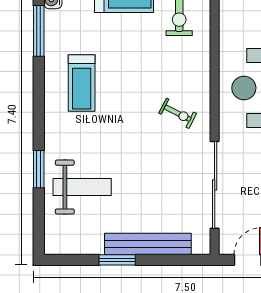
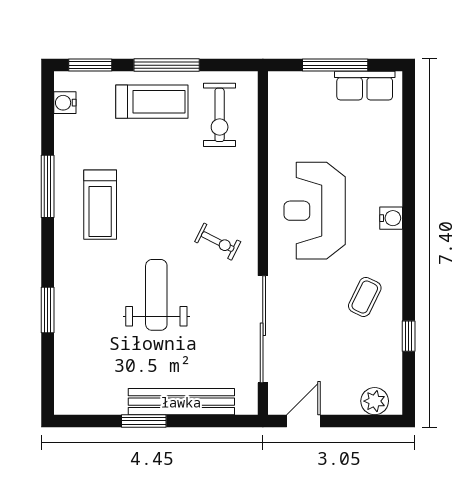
window: (39, 31) -> (48, 186), moved
weight bench: (82, 187) -> (156, 295), moved, turned -90

